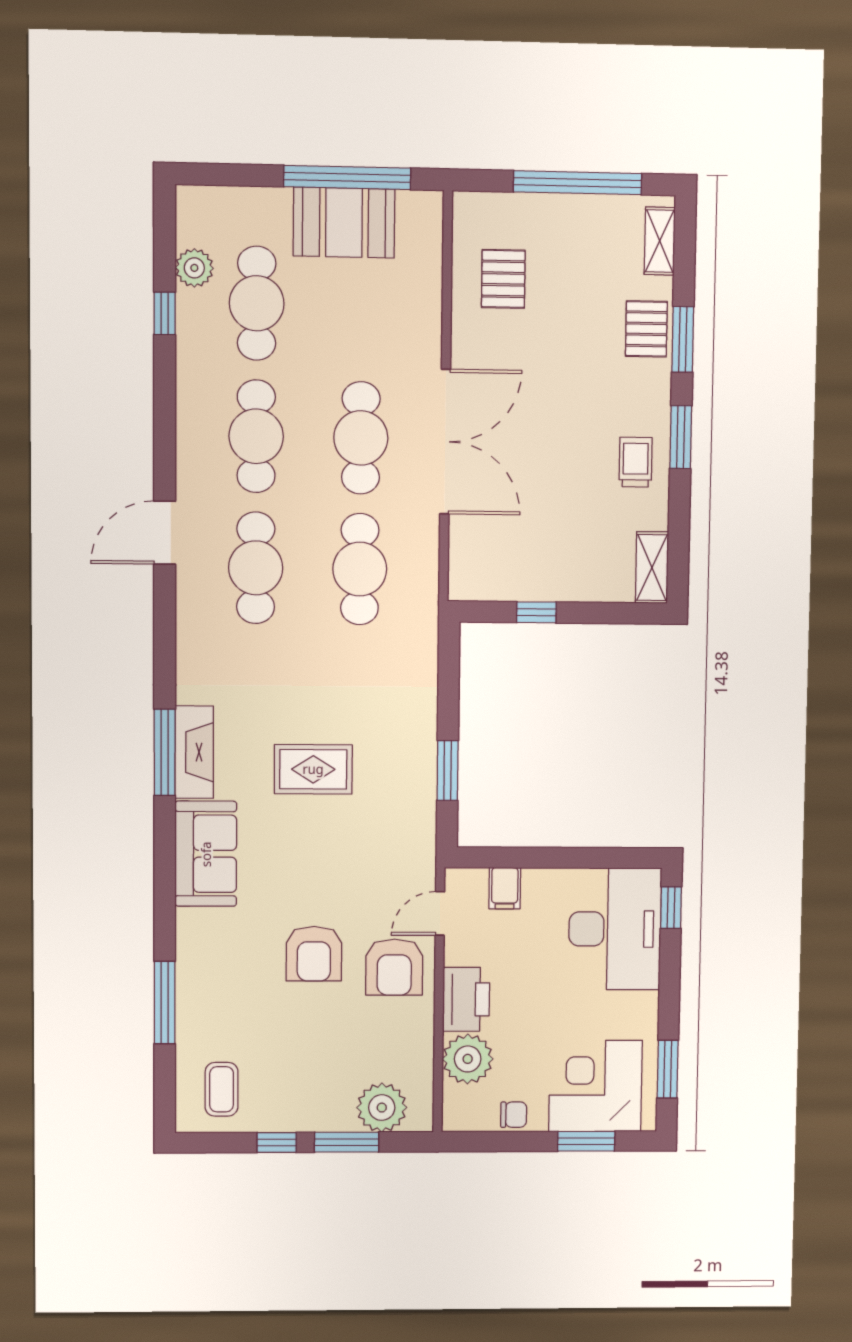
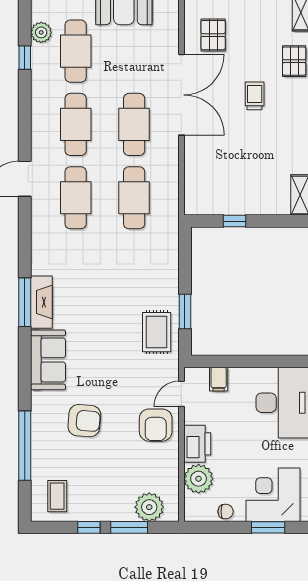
double door: (445, 442) -> (181, 95), moved
trolley: (636, 462) -> (255, 96), moved
rug: (313, 769) -> (157, 332), moved, turned 90
armchair: (314, 954) -> (84, 421), moved, turned -85
window: (165, 1002) -> (25, 446), width x1.46

